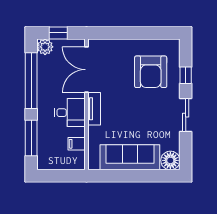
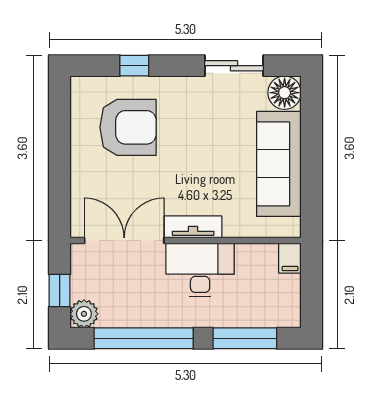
double door: (87, 70) -> (124, 241), swing flipped
desk: (70, 113) -> (200, 270), width x1.37
sliding door: (186, 115) -> (234, 66), moved
filing cabinet: (77, 144) -> (290, 258), moved

